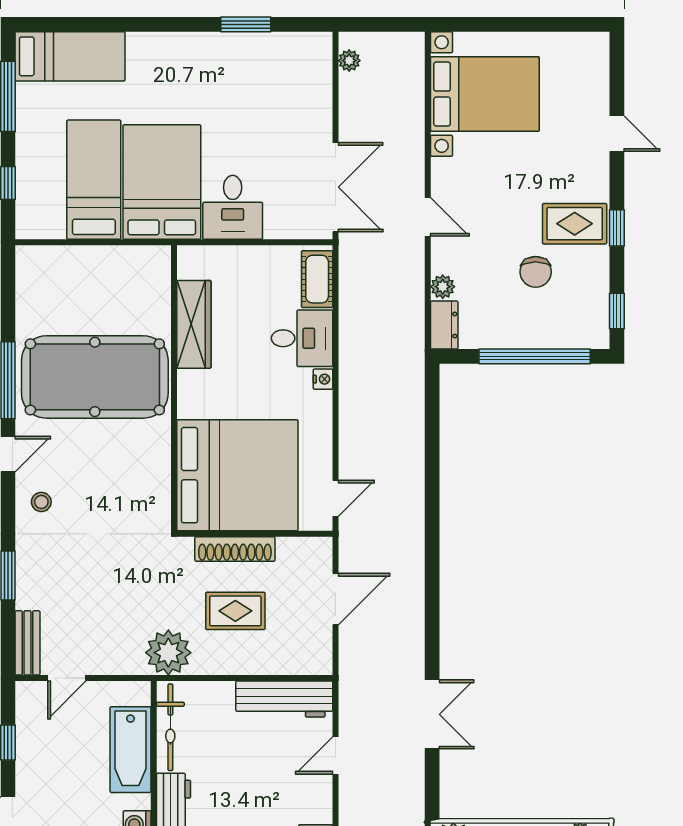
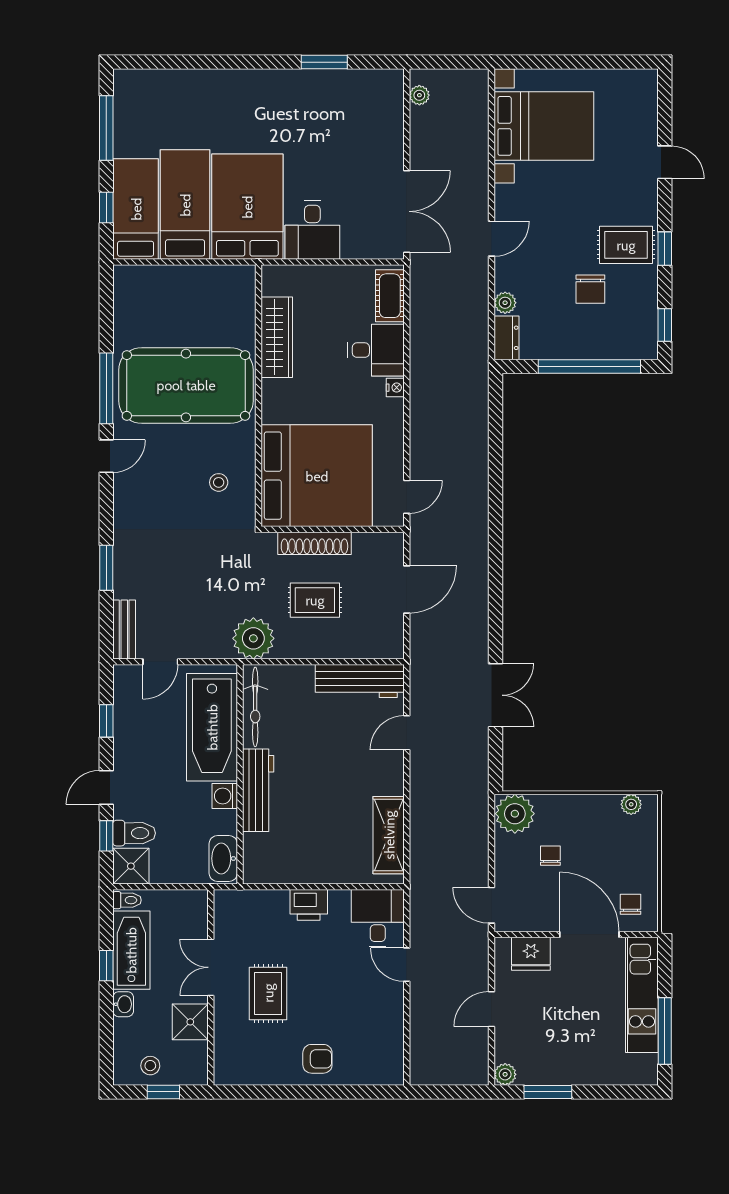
bed: (70, 56) -> (136, 209), moved, turned -90
door: (428, 217) -> (491, 239), hinge flipped
stool: (41, 502) -> (219, 482), moved
bathtub: (131, 750) -> (212, 727), width x1.36, depth x1.36

